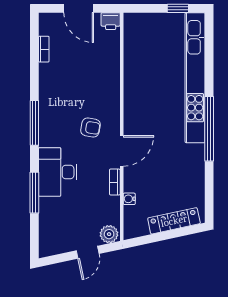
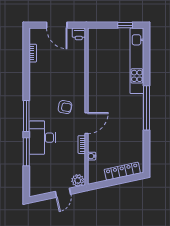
kitchen unit: (195, 78) -> (137, 61), width x0.73
window: (34, 123) -> (26, 116), moved

